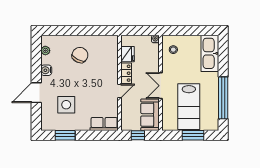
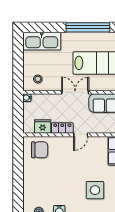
chair: (80, 55) -> (40, 150), moved, turned 153
double door: (161, 86) -> (75, 92), swing flipped
door: (119, 91) -> (81, 135), swing flipped

